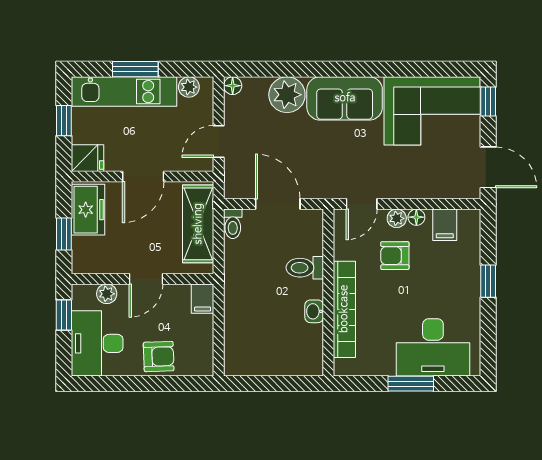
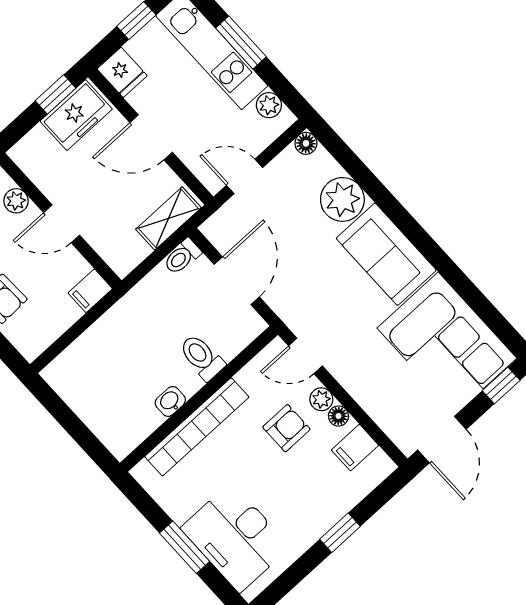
shelving: (198, 224) -> (168, 218), width x0.67, depth x0.75
window: (64, 234) -> (56, 94), moved
armchair: (395, 256) -> (286, 428), turned 90

